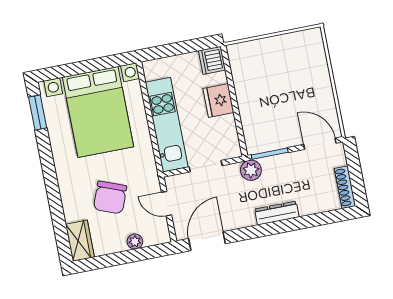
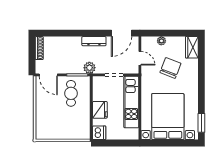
cafe table: (274, 119) -> (71, 93), added
dresser: (277, 213) -> (94, 41), moved

